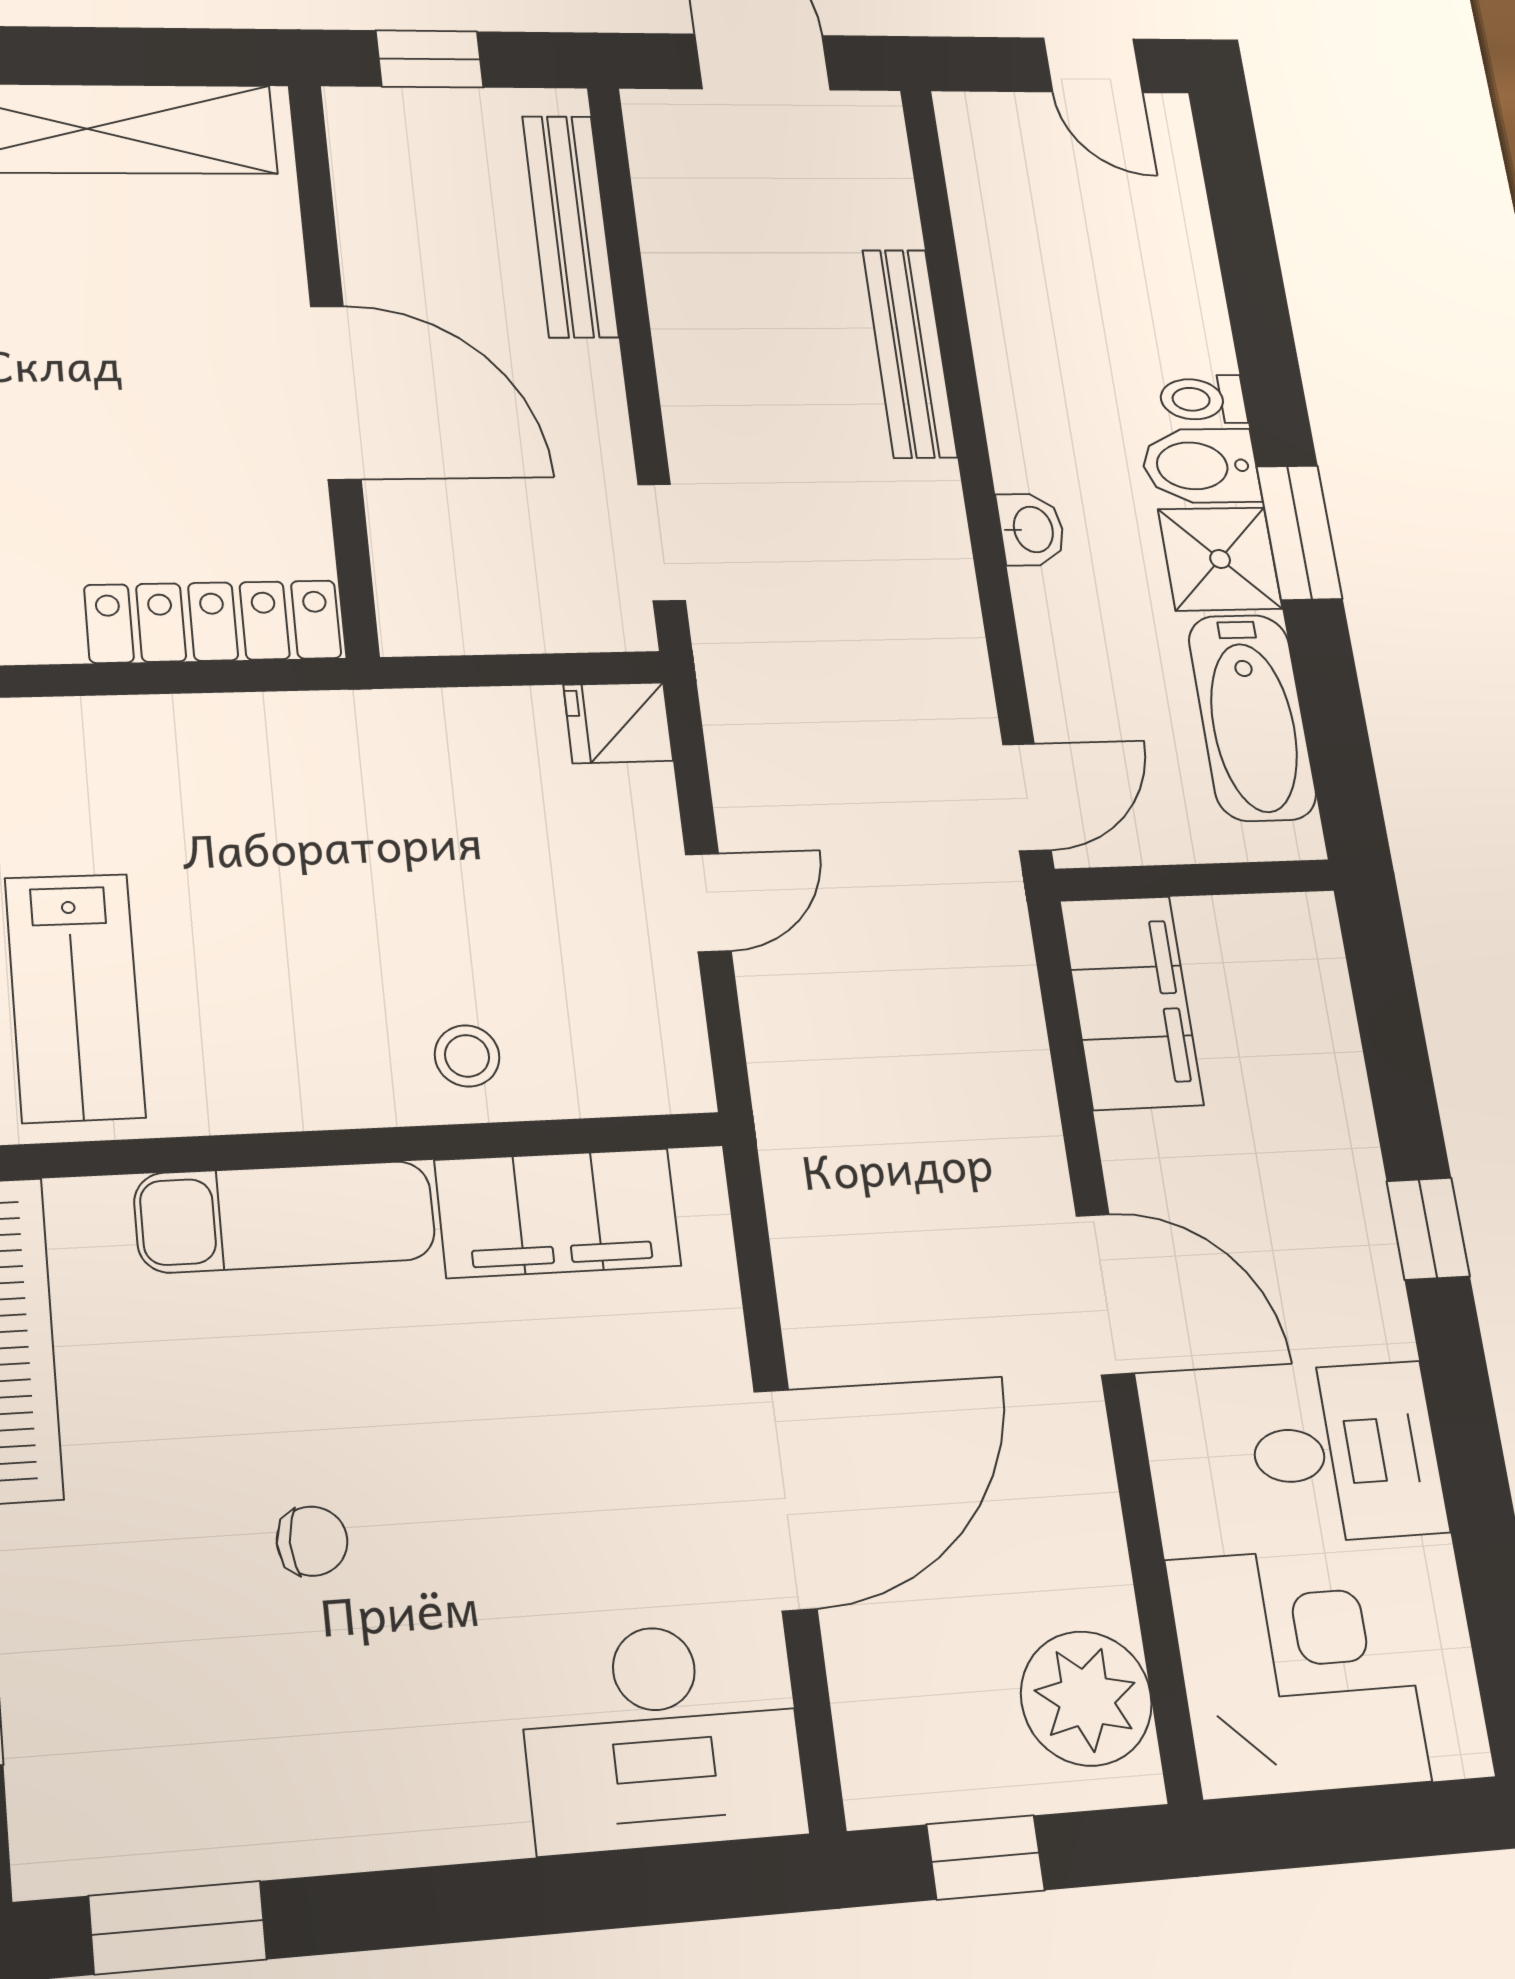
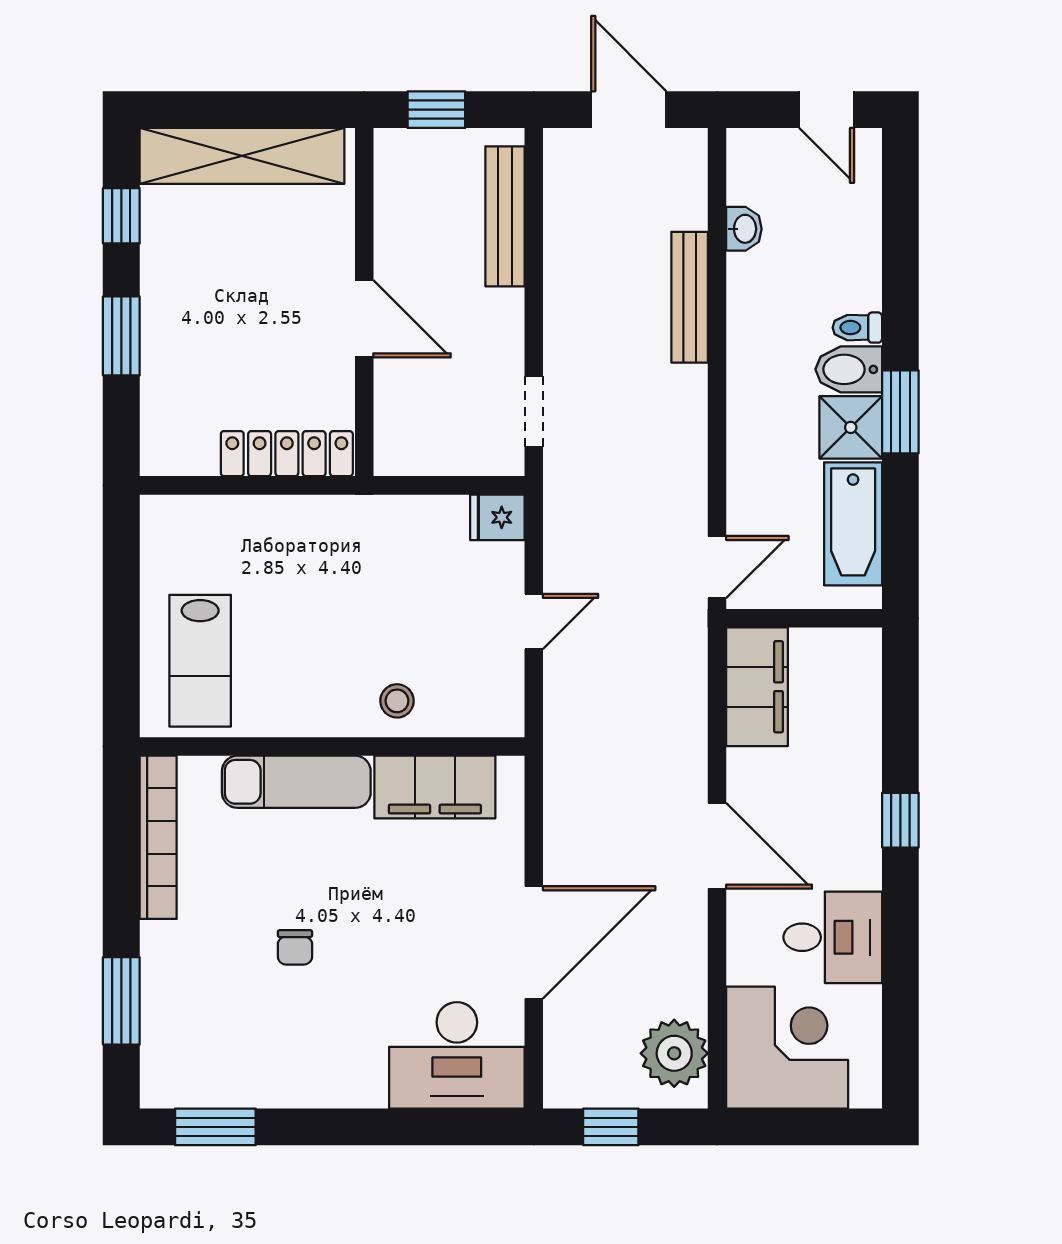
door: (336, 392) -> (364, 319), width x0.73
washbasin: (1032, 529) -> (744, 229), moved
chair: (312, 1541) -> (295, 947), turned 90

